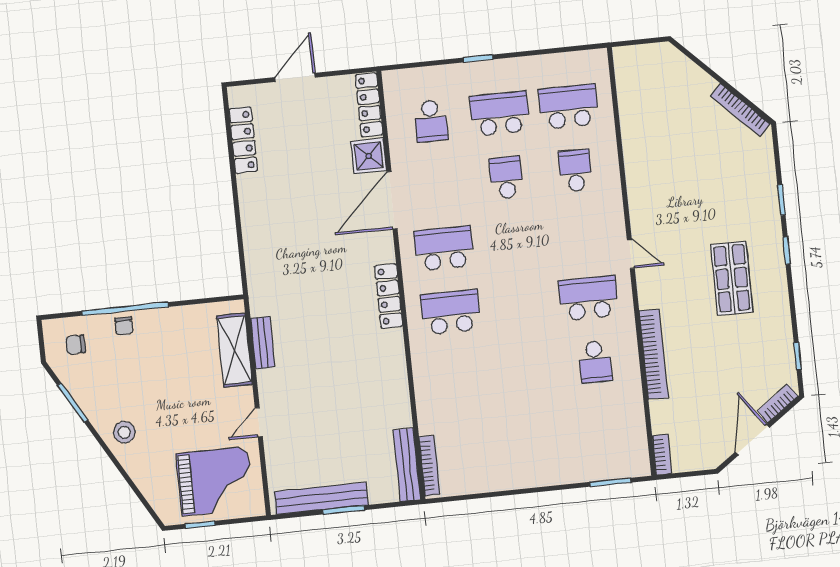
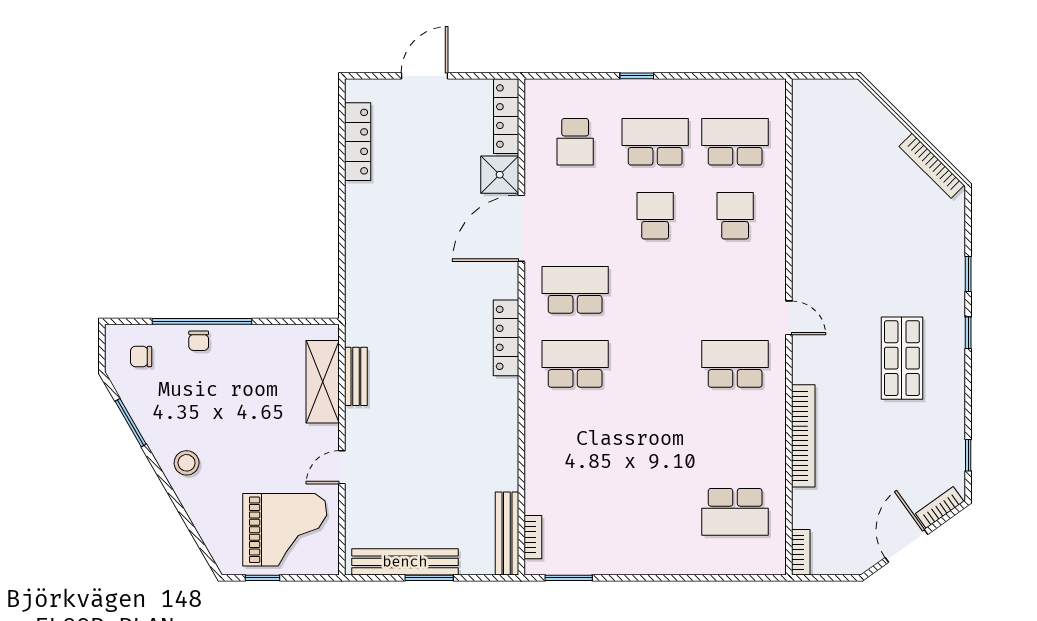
school desk: (595, 362) -> (735, 512), moved, width x1.85
bookcase: (429, 465) -> (533, 537), width x0.64
window: (610, 482) -> (569, 578), moved

